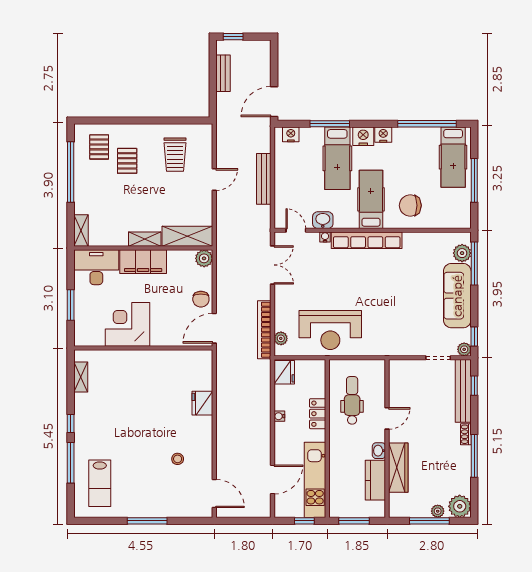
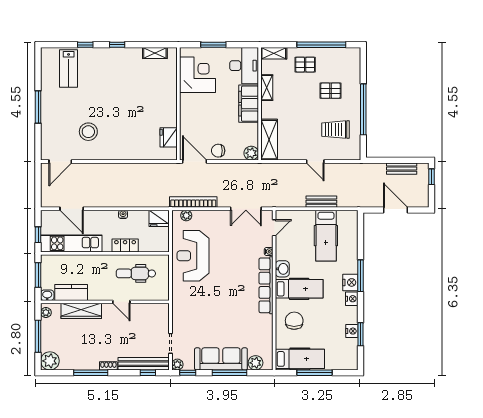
door: (274, 102) -> (396, 210), moved
window: (150, 121) -> (363, 109), added
window: (330, 124) -> (361, 276), moved
window: (427, 124) -> (361, 334), width x0.47
nightstand: (291, 134) -> (352, 331), moved
pallet: (99, 147) -> (305, 65), moved
hospital bed: (453, 157) -> (300, 359), moved, turned 180
hospital bed: (337, 158) -> (326, 236), moved, turned -90
bench: (264, 179) -> (321, 202), width x0.73
washbasin: (323, 220) -> (282, 269), moved
shelving: (145, 239) -> (267, 88), moved
window: (474, 264) -> (229, 373), moved
corner desk: (127, 324) -> (198, 75), moved
dental chair: (352, 400) -> (136, 273), turned 180
fridge: (202, 403) -> (169, 137), moved, turned -90
washbasin: (379, 451) -> (47, 295), moved
stool: (178, 459) -> (88, 132), width x1.89, depth x1.89
window: (71, 463) -> (85, 45), width x0.46
lab bench: (100, 483) -> (69, 68), turned -90
plant: (438, 511) -> (46, 313), moved

